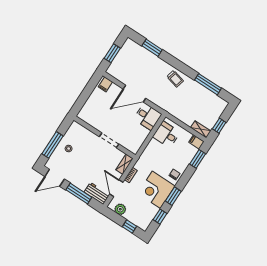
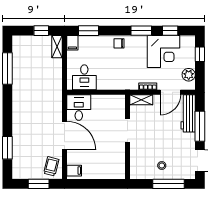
trolley: (175, 79) -> (51, 166), moved
corner desk: (156, 190) -> (164, 51), moved
workbench: (97, 193) -> (188, 113), width x1.38

